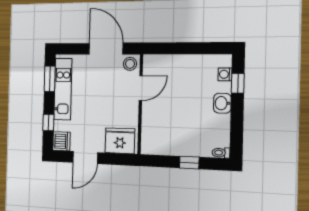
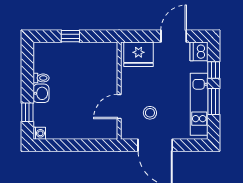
stool: (130, 64) -> (150, 113), moved
washing machine: (225, 74) -> (39, 133), moved
window: (50, 79) -> (214, 101), moved
toilet: (221, 153) -> (41, 78), moved

